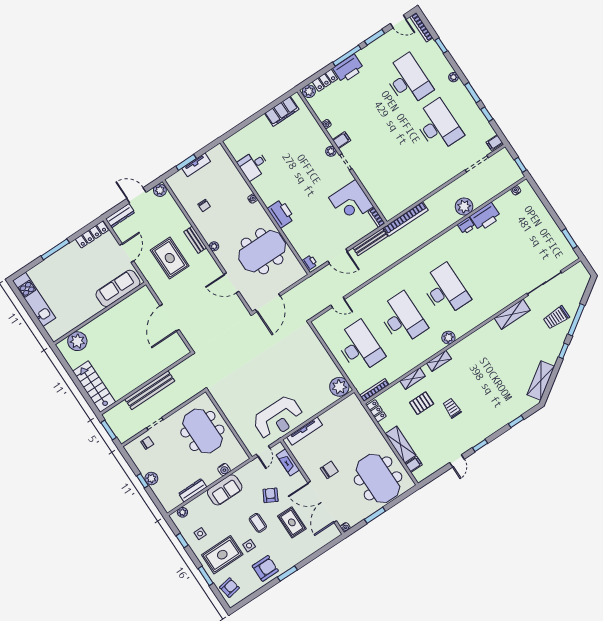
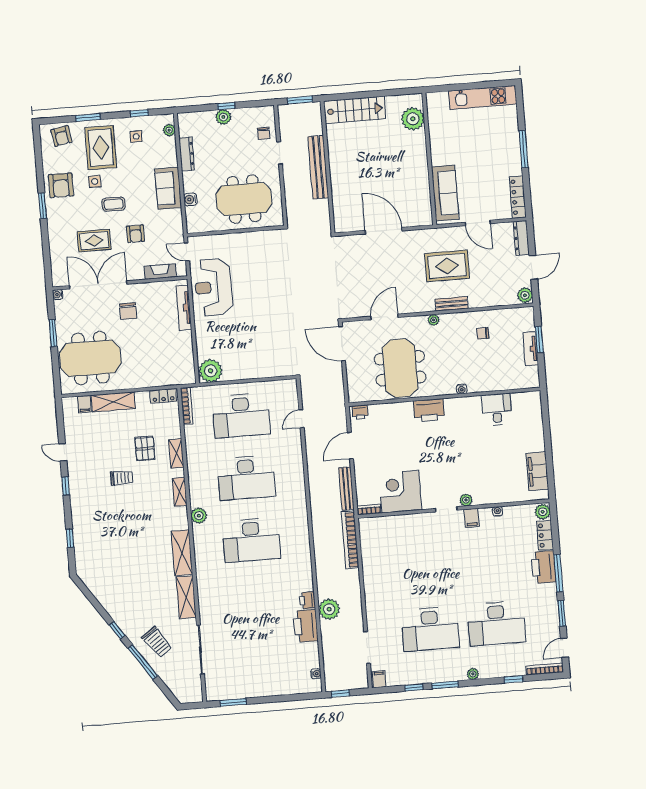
trolley: (556, 317) -> (157, 642), turned 144
shelving: (541, 380) -> (182, 553), moved, turned 34
armchair: (270, 495) -> (136, 234), turned 62

